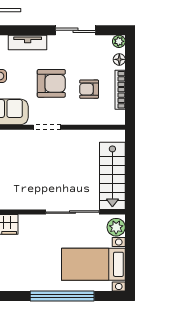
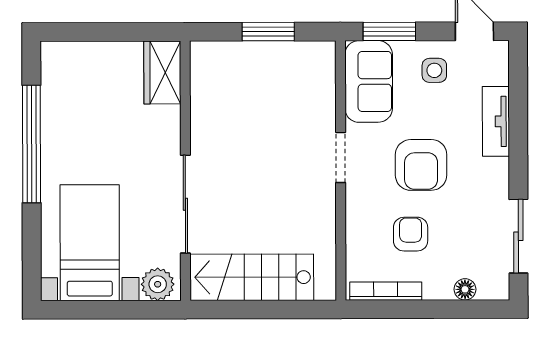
sliding door: (75, 30) -> (518, 236), moved
plant: (119, 41) -> (498, 289), removed
bookcase: (120, 90) -> (386, 291), moved
window: (62, 296) -> (31, 144), moved

